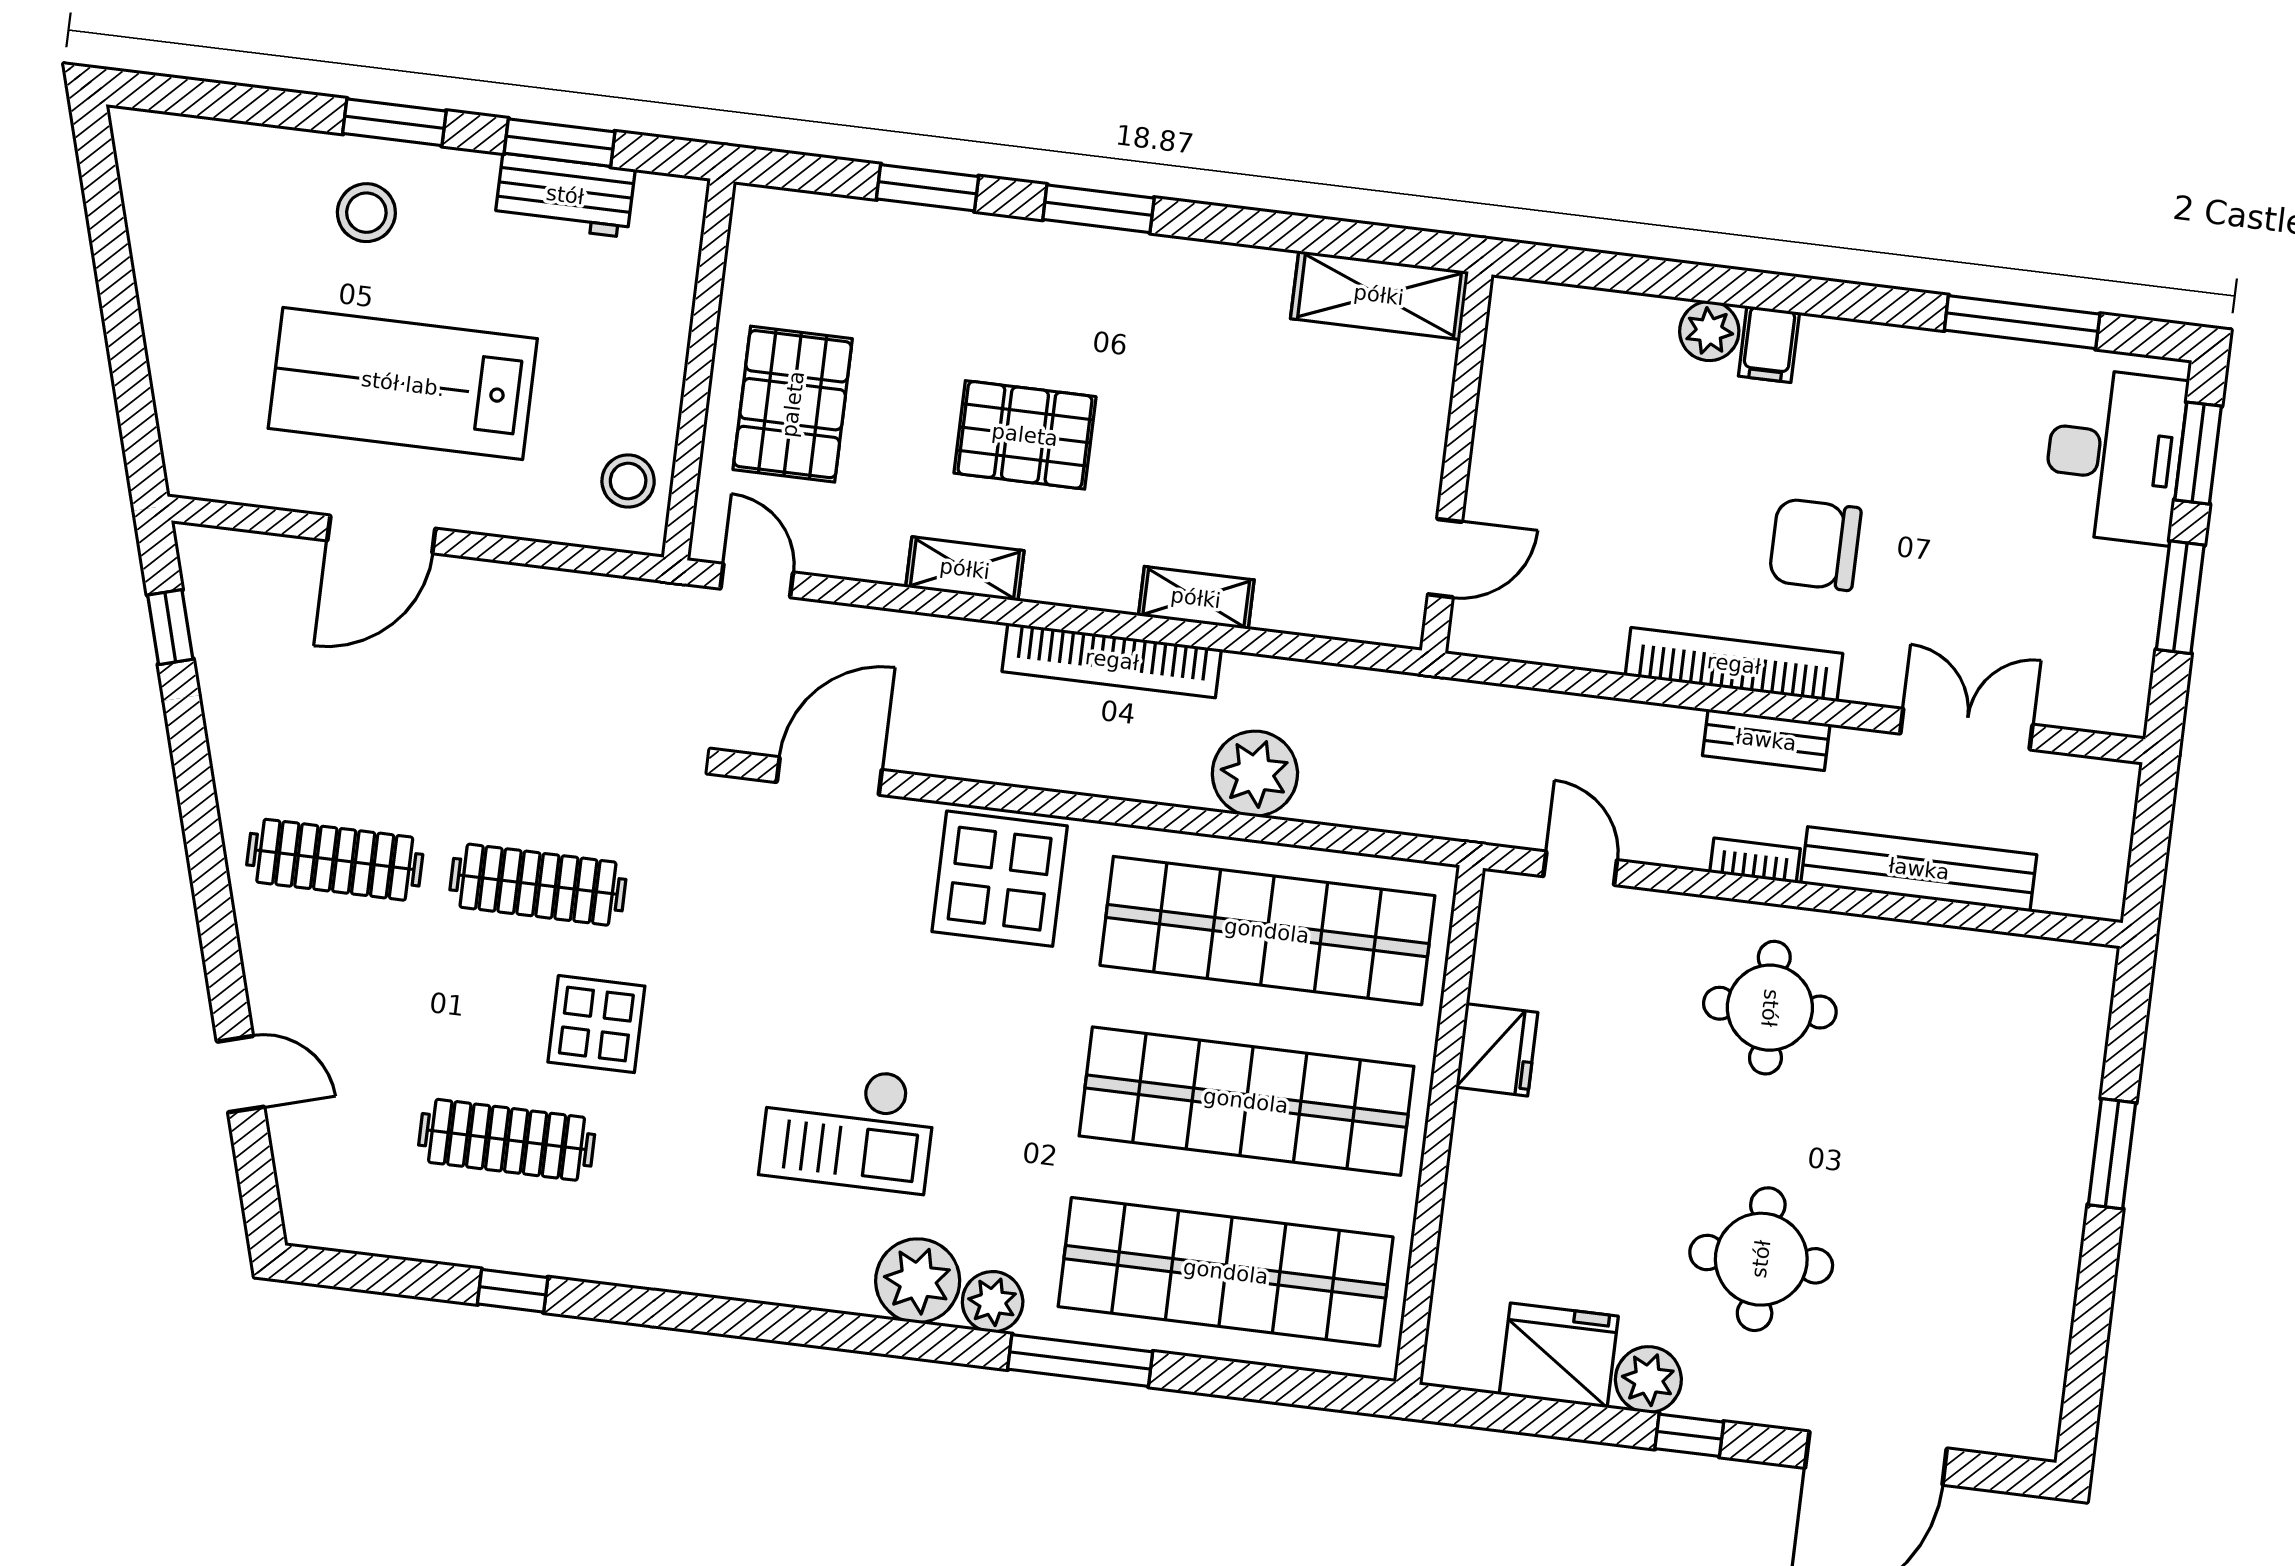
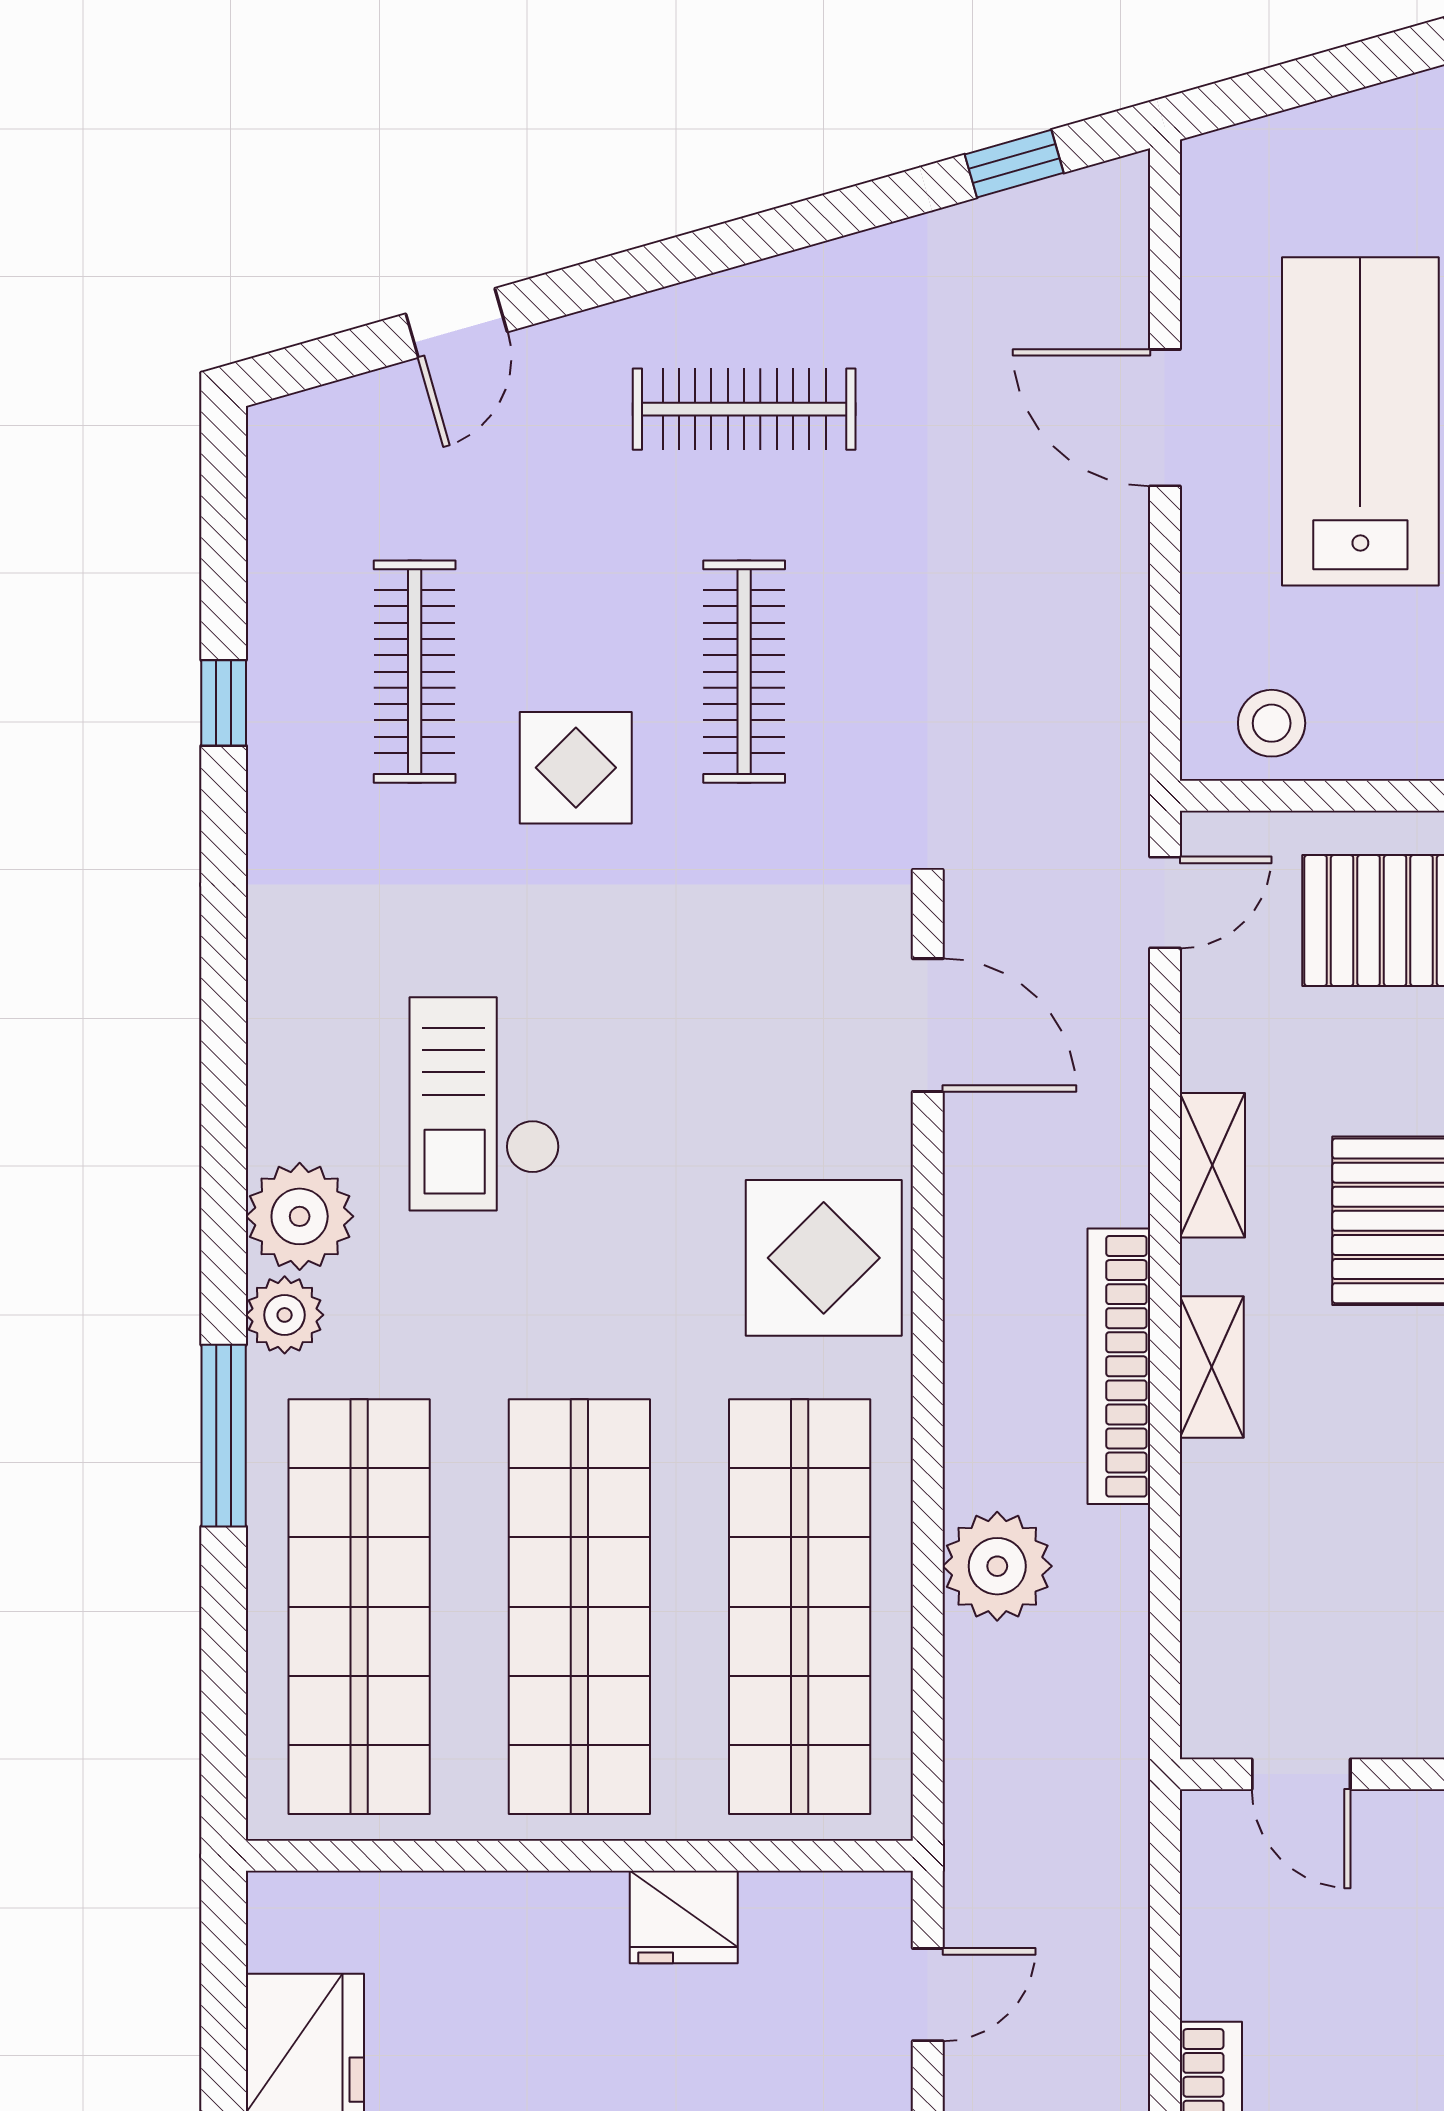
shelving: (1196, 598) -> (1212, 1367), moved
clothes rail: (335, 860) -> (744, 409), turned 90

